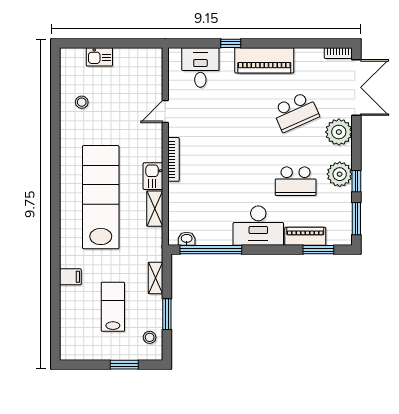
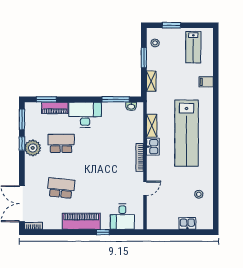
school desk: (296, 112) -> (61, 188), turned 30
plant: (339, 132) -> (33, 175), removed
window: (211, 250) -> (116, 99), width x0.68
lab bench: (113, 307) -> (193, 47), moved

